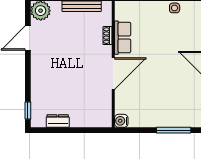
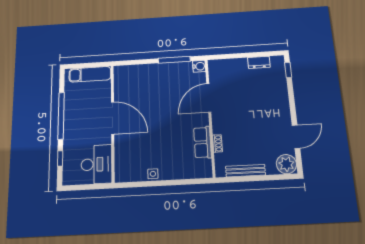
door: (113, 74) -> (209, 98), moved
window: (174, 130) -> (174, 60), moved

